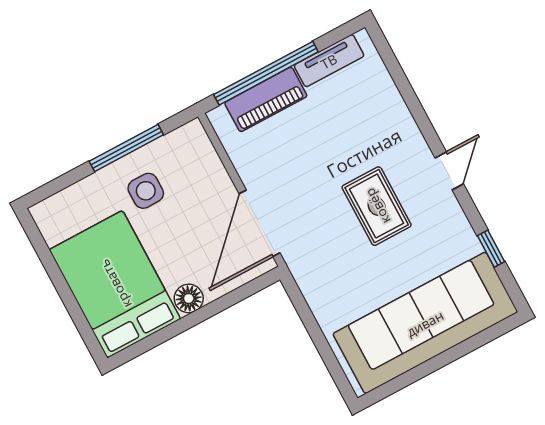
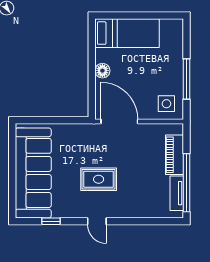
window: (266, 73) -> (187, 183), moved
side table: (146, 191) -> (166, 104), moved
bed: (115, 284) -> (127, 33), width x0.67

